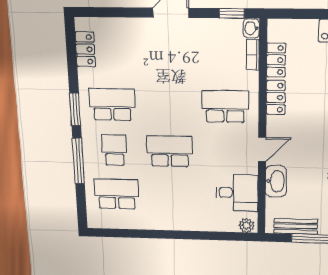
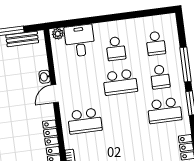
washbasin: (276, 181) -> (45, 77), width x0.52, depth x0.69
desk: (237, 193) -> (80, 41), moved, turned 90
school desk: (117, 194) -> (156, 43), width x0.54
school desk: (171, 195) -> (116, 49), added

